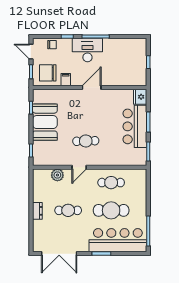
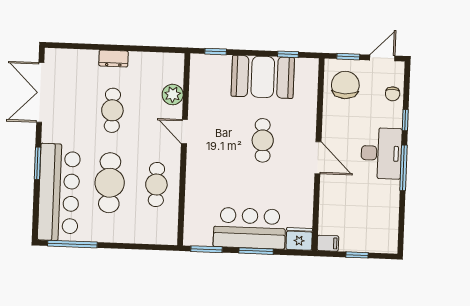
filing cabinet: (66, 80) -> (328, 243), moved
cafe table: (86, 141) -> (263, 140), moved

